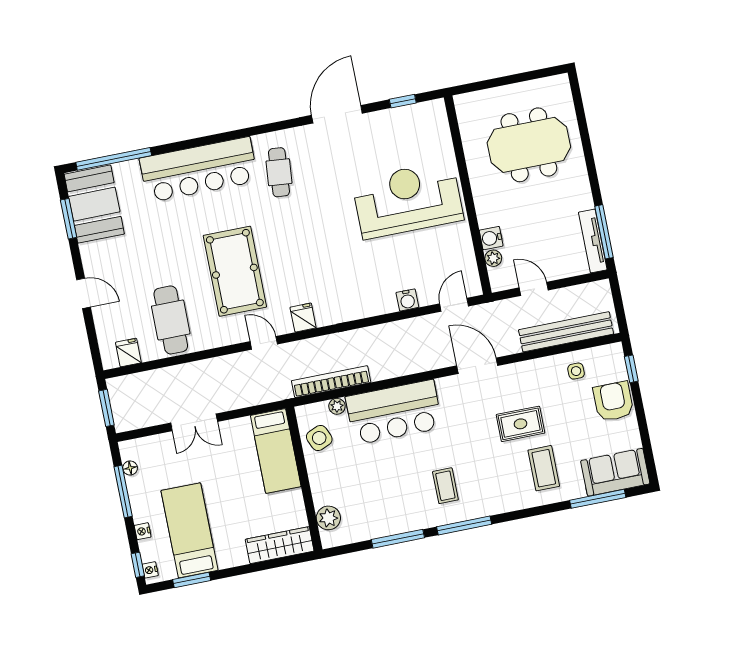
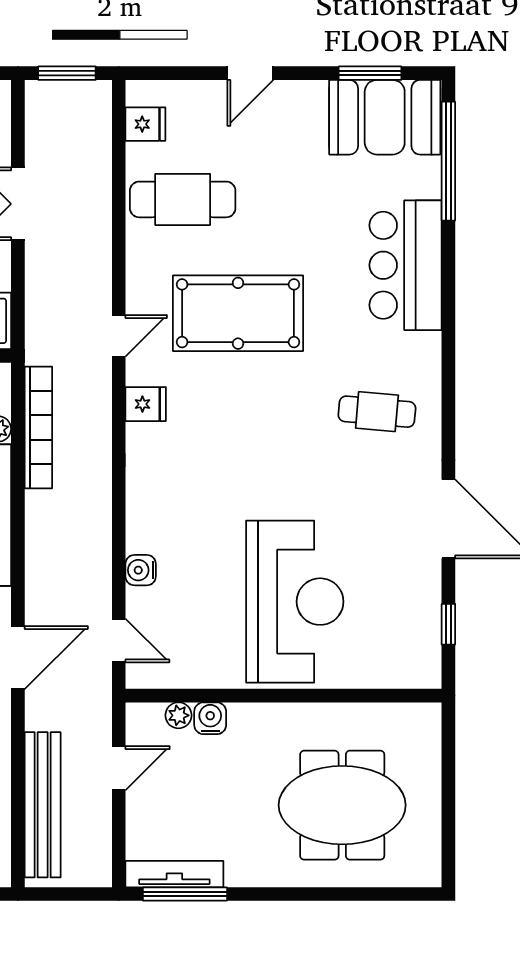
meeting table: (529, 145) -> (342, 805), turned 90
bar counter: (199, 170) -> (406, 265), width x0.73

